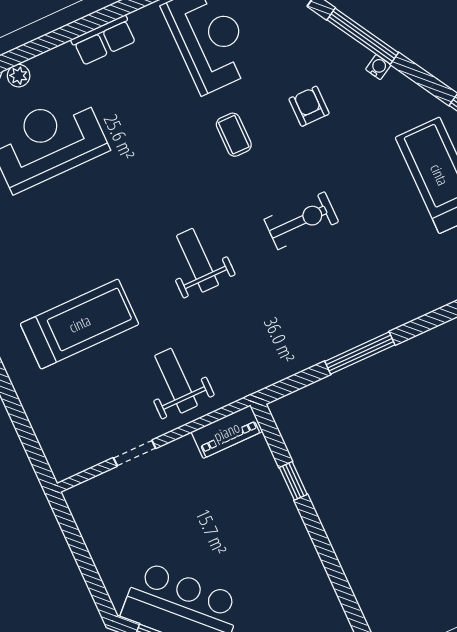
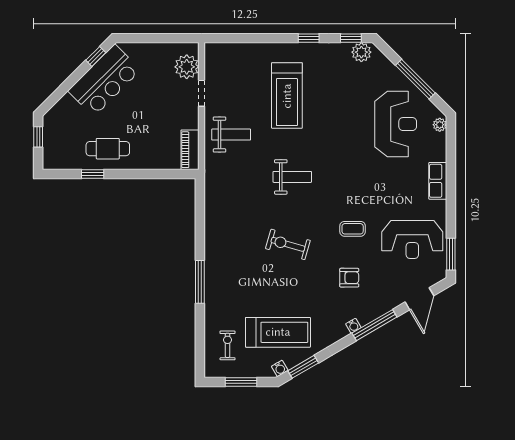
exercise bike: (301, 221) -> (288, 244), turned 106
window: (360, 353) -> (200, 282), moved
window: (293, 481) -> (93, 174), moved
plant: (105, 493) -> (187, 67), added
cafe table: (281, 555) -> (108, 149), added

